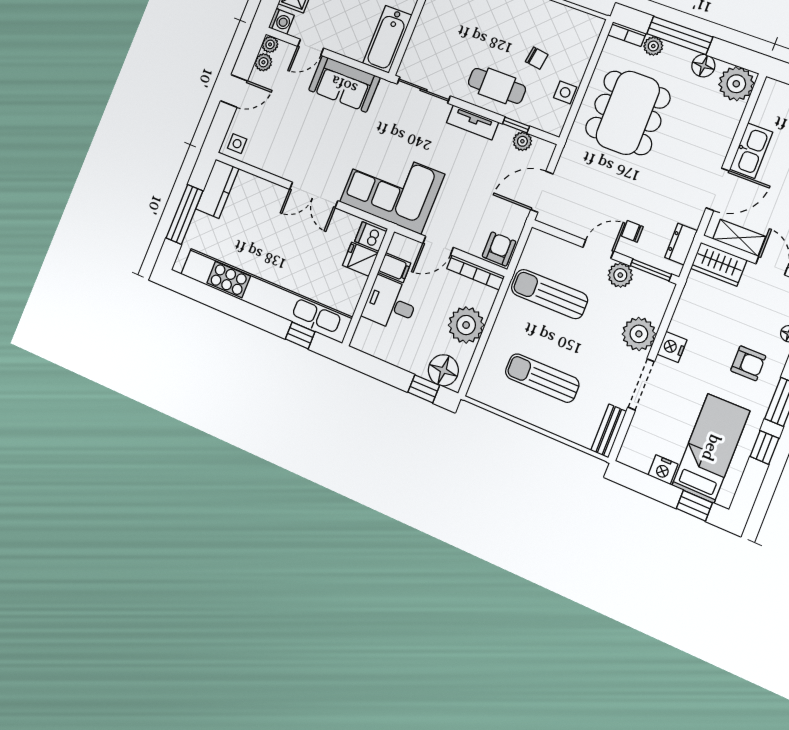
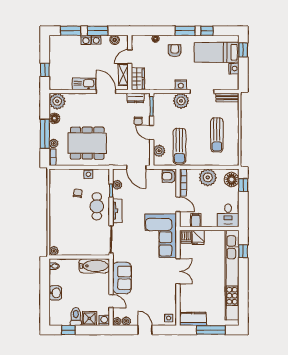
plant: (620, 275) -> (159, 151), moved
desk: (390, 304) -> (228, 215), moved

